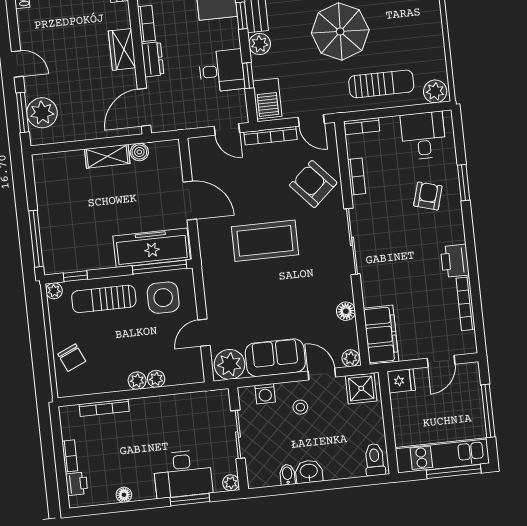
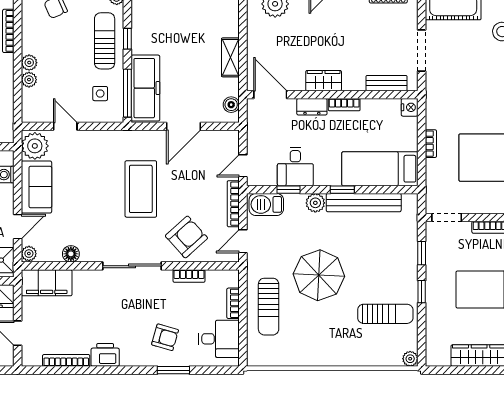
plant: (435, 91) -> (257, 353), removed
bookcase: (362, 126) -> (233, 303), moved
boiler: (139, 152) -> (231, 105), moved
window: (75, 276) -> (127, 39), moved
side table: (163, 298) -> (100, 94), width x0.54, depth x0.54

